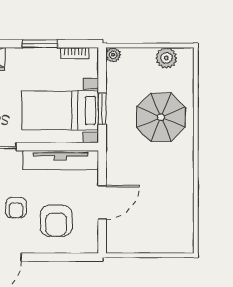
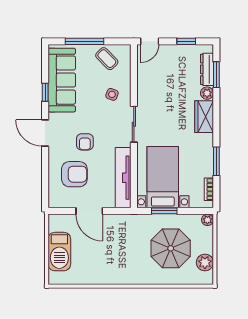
parasol: (161, 117) -> (171, 248), moved
armchair: (16, 208) -> (85, 142), turned -90
armchair: (56, 221) -> (74, 174), turned 180
barbecue: (153, 239) -> (59, 252), added

